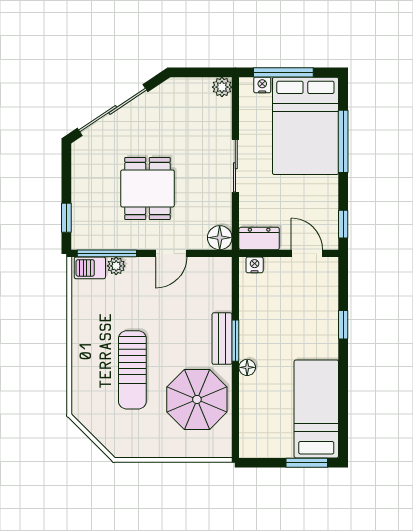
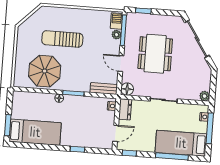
bed: (305, 126) -> (181, 143), width x0.67
dining table: (147, 189) -> (155, 54), width x1.38
bench: (222, 339) -> (104, 88), moved

